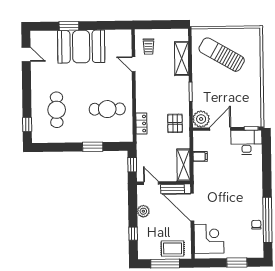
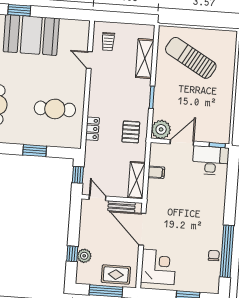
plant: (143, 211) -> (84, 256), moved

